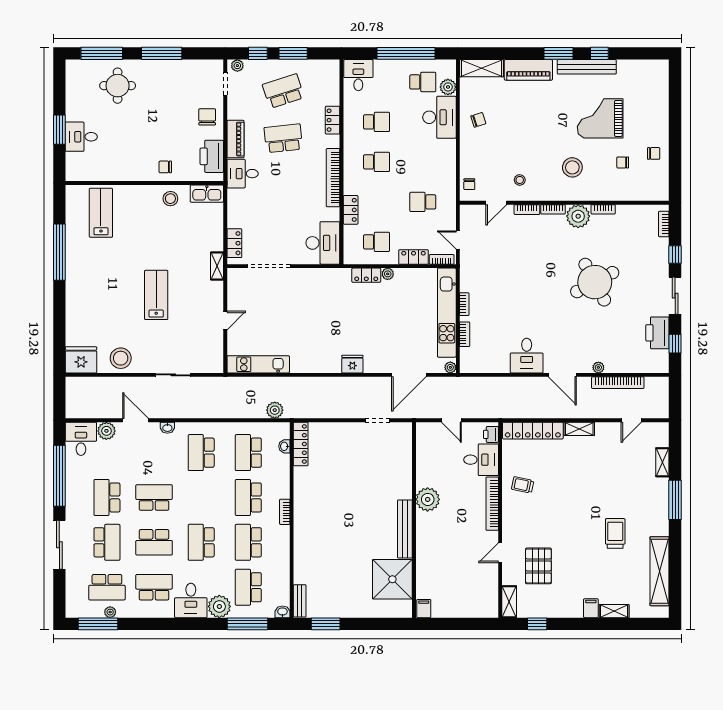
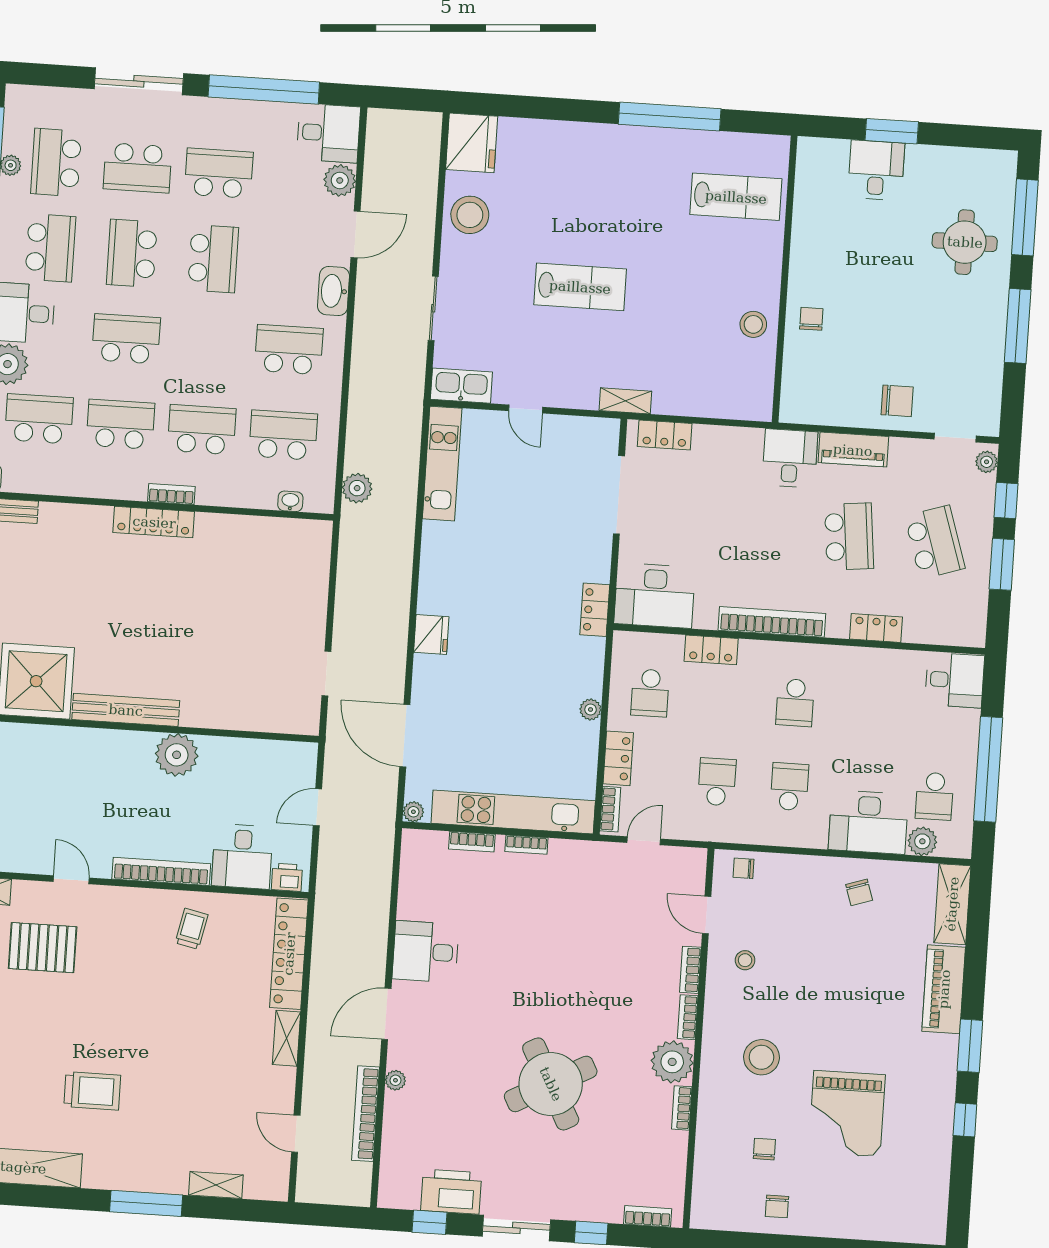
bench: (587, 67) -> (942, 1095), removed
grand piano: (600, 118) -> (847, 1114), turned 180
school desk: (377, 122) -> (789, 787), moved, turned 180
printer: (212, 156) -> (825, 404), removed
kitchen sink: (207, 194) -> (461, 386), moved, turned 90
locker: (366, 275) -> (595, 610), moved
washbasin: (167, 428) -> (334, 291), width x1.91, depth x1.45
locker: (301, 444) -> (154, 522), moved

